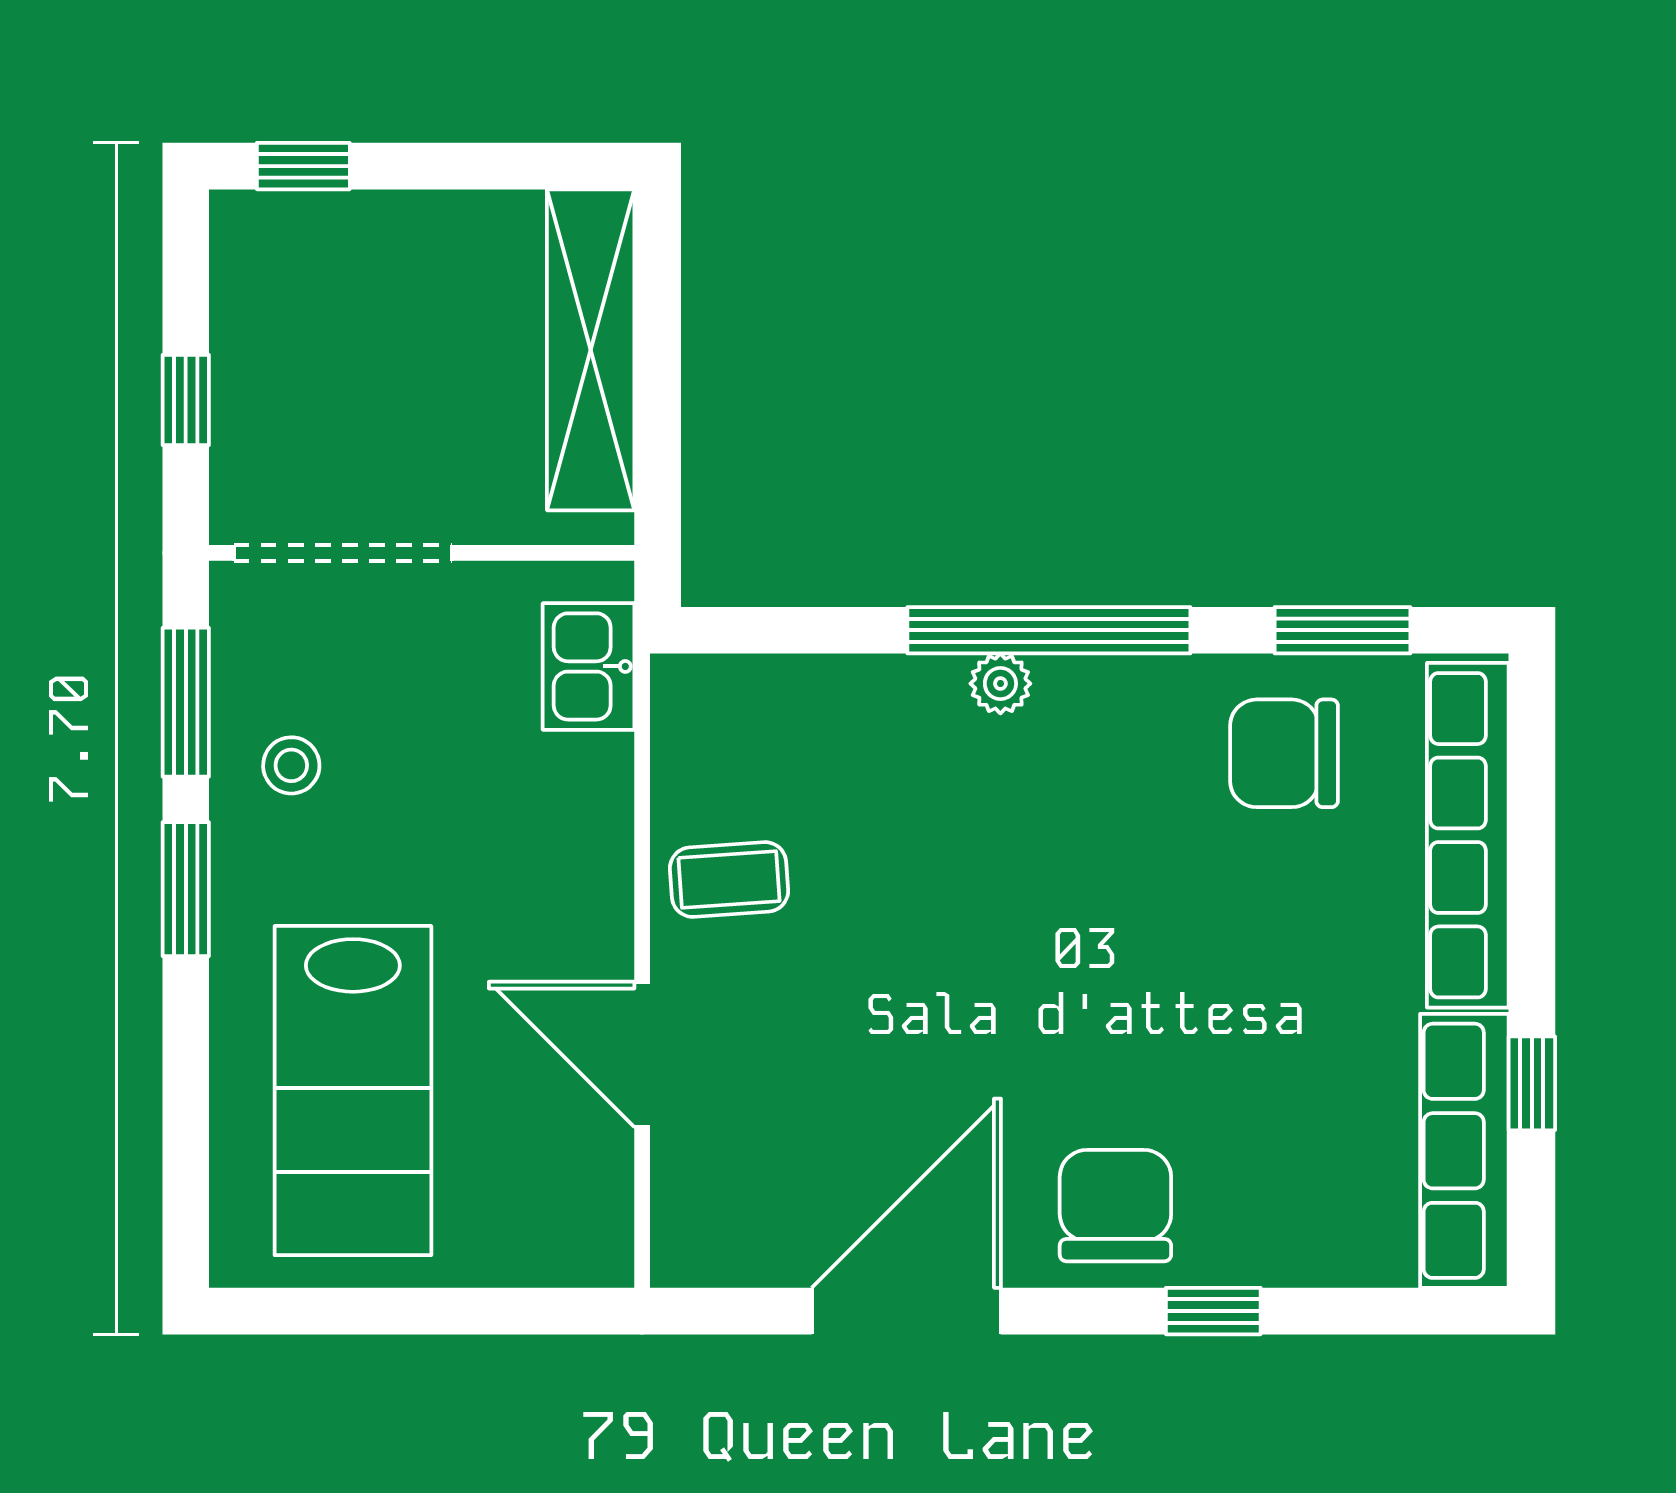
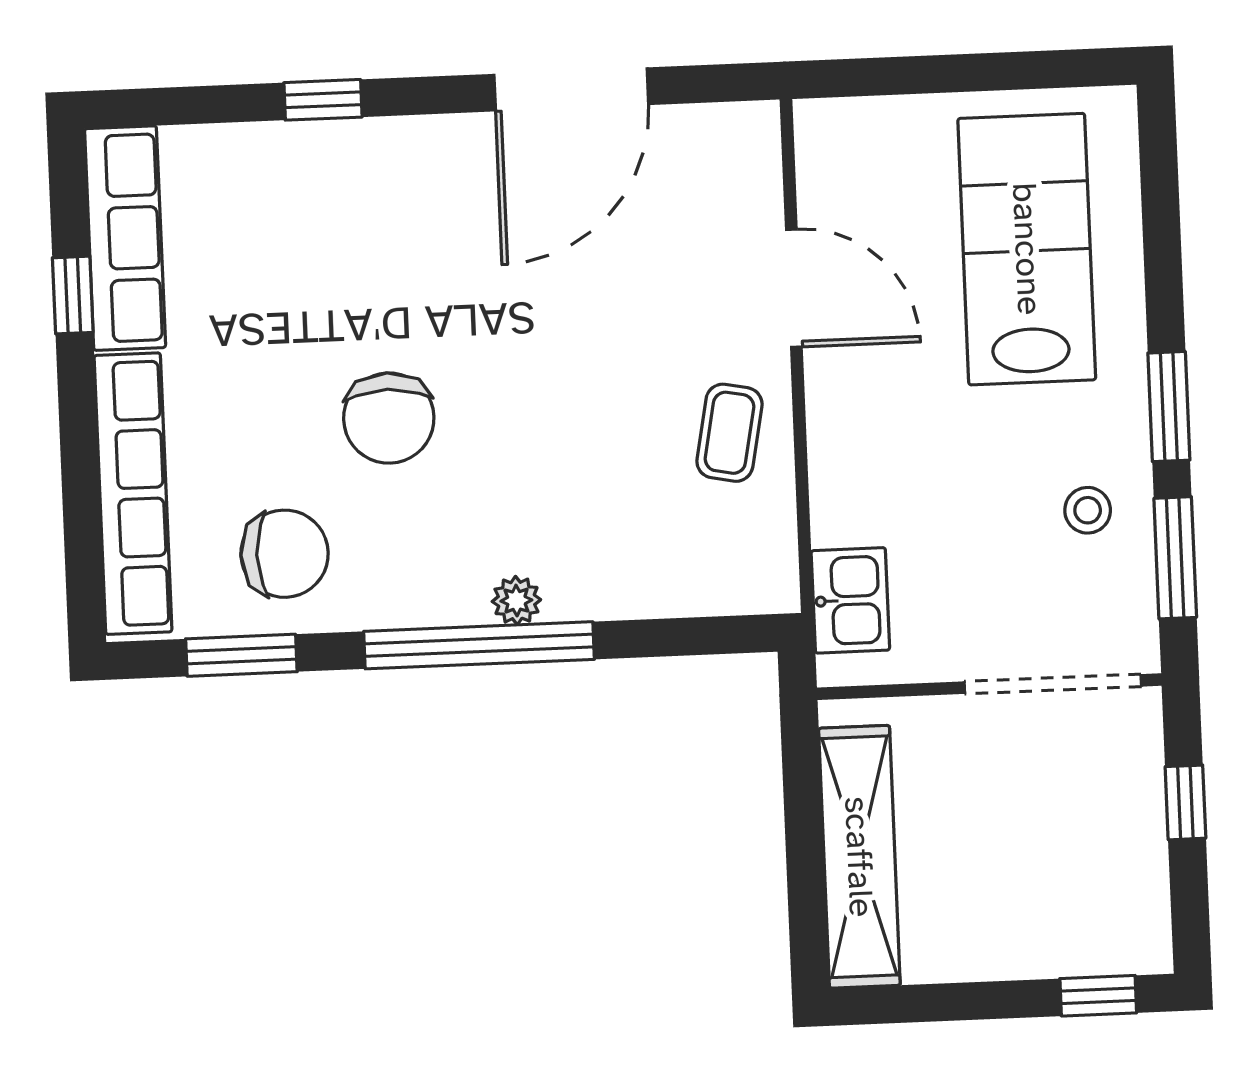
coffee table: (729, 880) -> (729, 433), turned -75
chair: (1115, 1206) -> (389, 418), moved

